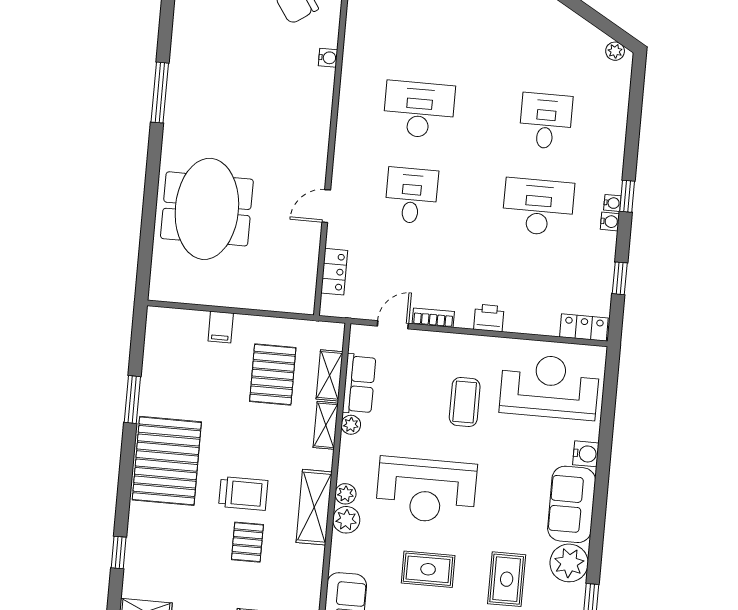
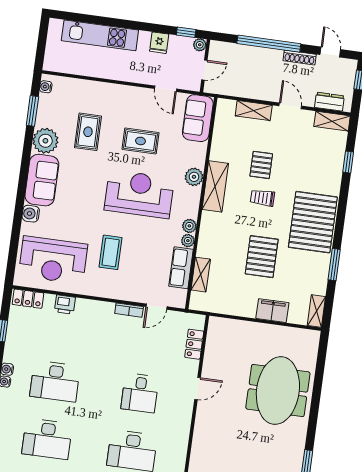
desk: (546, 121) -> (47, 439), width x1.37
printer: (489, 318) -> (65, 305), moved
filing cabinet: (221, 327) -> (272, 311), width x2.00
pallet: (273, 374) -> (262, 257), moved
shelving: (326, 425) -> (316, 311), moved
trolley: (243, 493) -> (262, 198), width x0.73, depth x0.72
plant: (345, 494) -> (189, 226), moved

